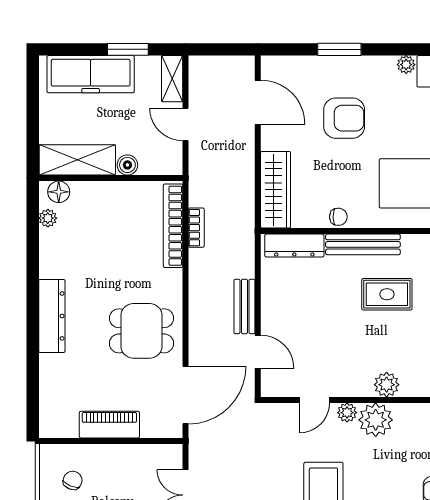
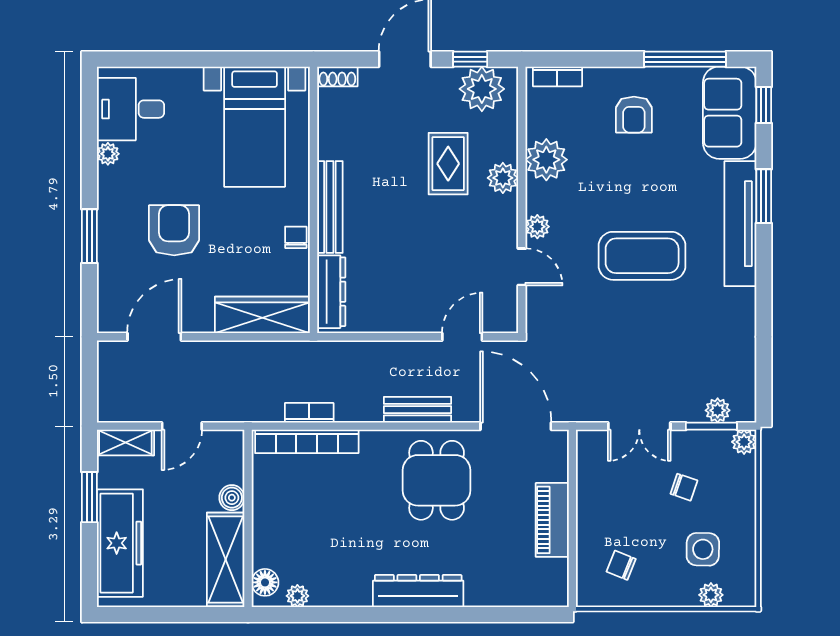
rug: (387, 294) -> (448, 164), moved
bench: (244, 306) -> (418, 410), moved
plant: (376, 420) -> (546, 160), moved

